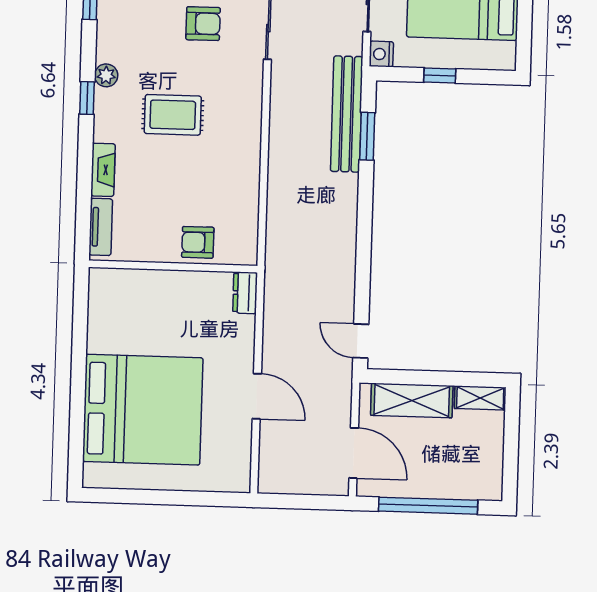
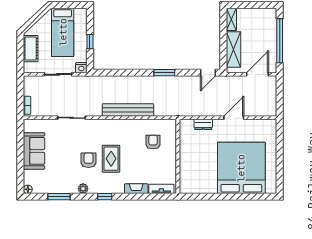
armchair: (203, 24) -> (89, 160), moved
plant: (106, 75) -> (83, 189), moved
bench: (347, 114) -> (128, 110), moved
window: (367, 136) -> (164, 73), moved
armchair: (198, 242) -> (153, 142), moved, turned 180
dresser: (245, 293) -> (203, 124), moved

